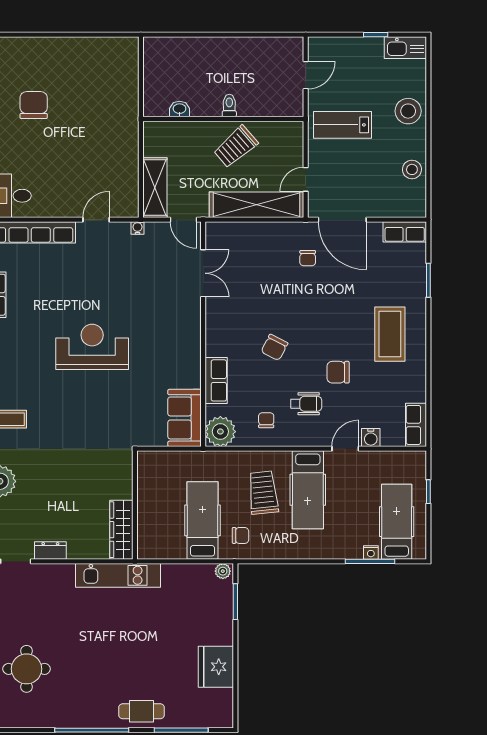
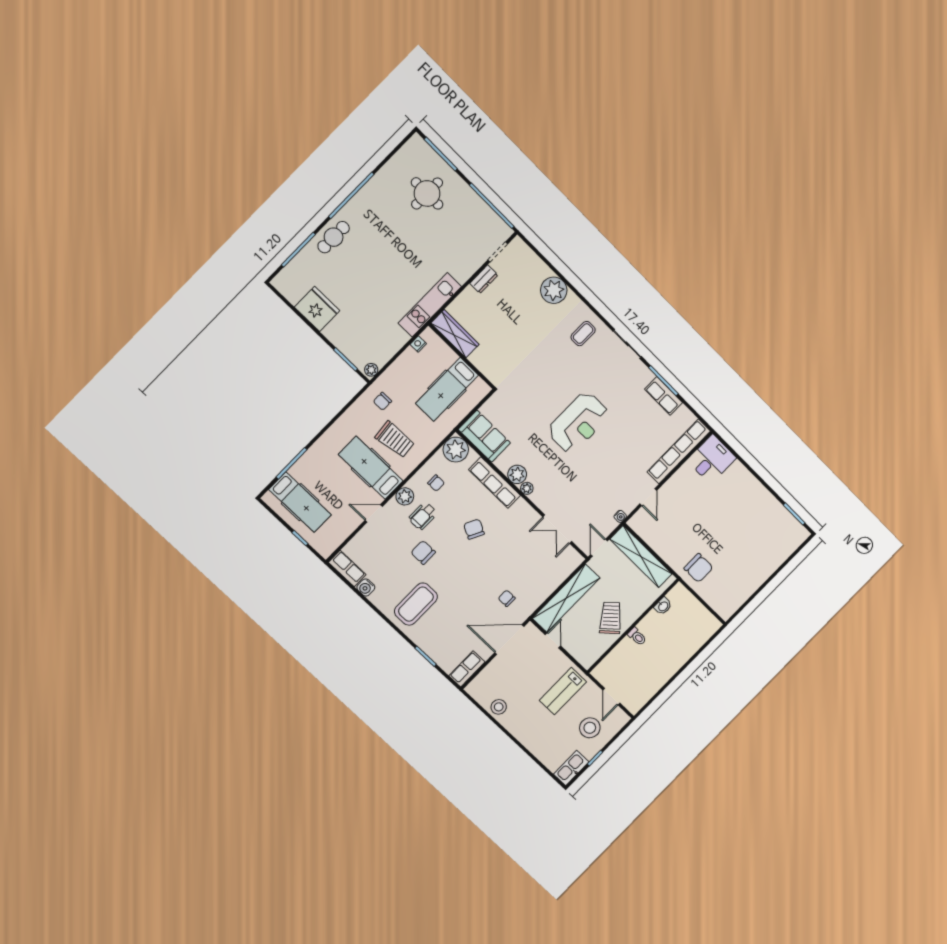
chair: (34, 105) -> (699, 568), moved
stool: (408, 111) -> (590, 728), moved
lab bench: (343, 125) -> (563, 691), turned 180
shelving: (155, 188) -> (641, 557), width x1.47
door: (183, 220) -> (599, 548), hinge flipped
coffee table: (390, 334) -> (416, 604), turned 90
plant: (194, 336) -> (527, 488), added
plant: (190, 356) -> (517, 474), added
chair: (338, 372) -> (423, 552), turned -90
row of seats: (216, 380) -> (494, 483), width x1.48
plant: (304, 436) -> (405, 496), added
water cooler: (371, 438) -> (366, 587), moved, turned -90
door: (345, 449) -> (374, 513), swing flipped
hospital bed: (203, 520) -> (447, 389), moved, turned 90
nightstand: (371, 552) -> (418, 344), moved

